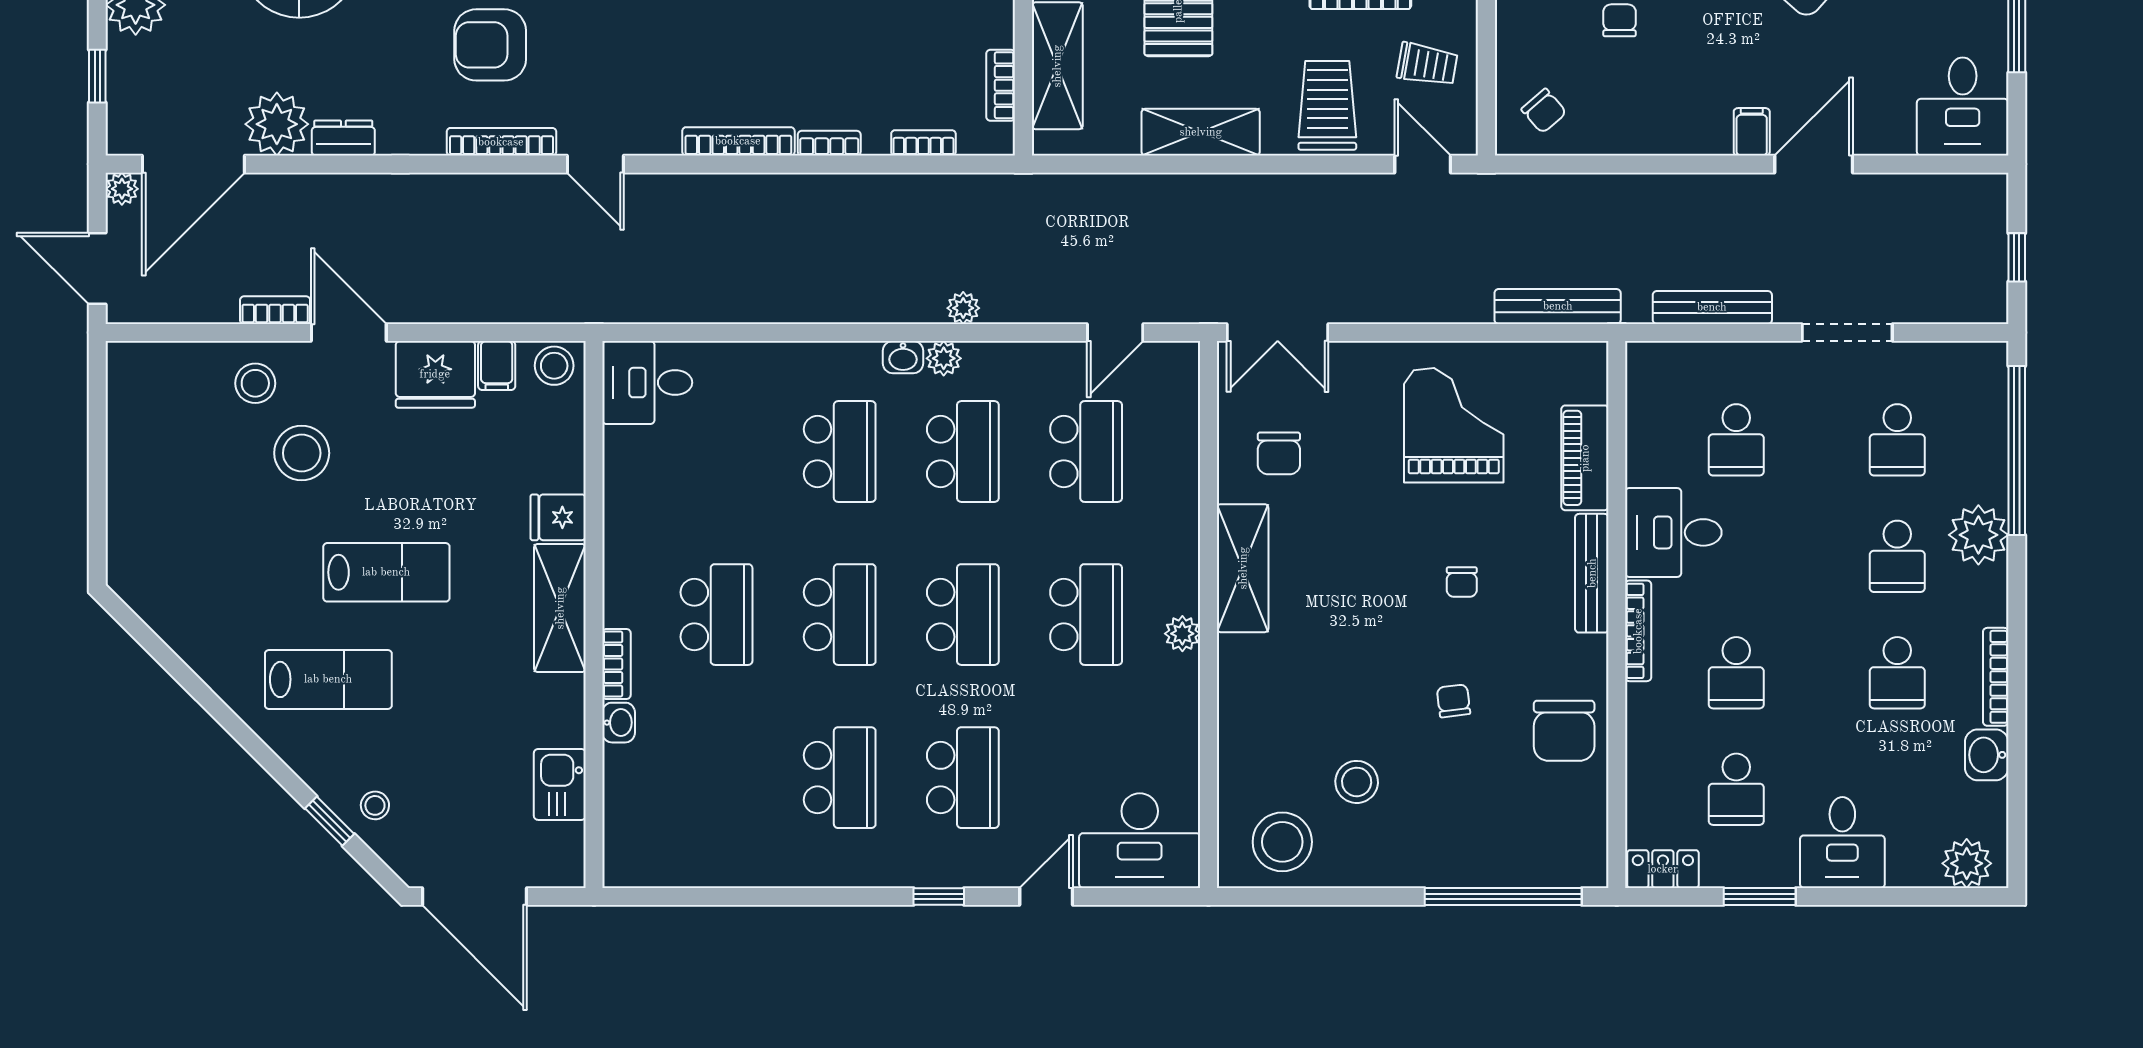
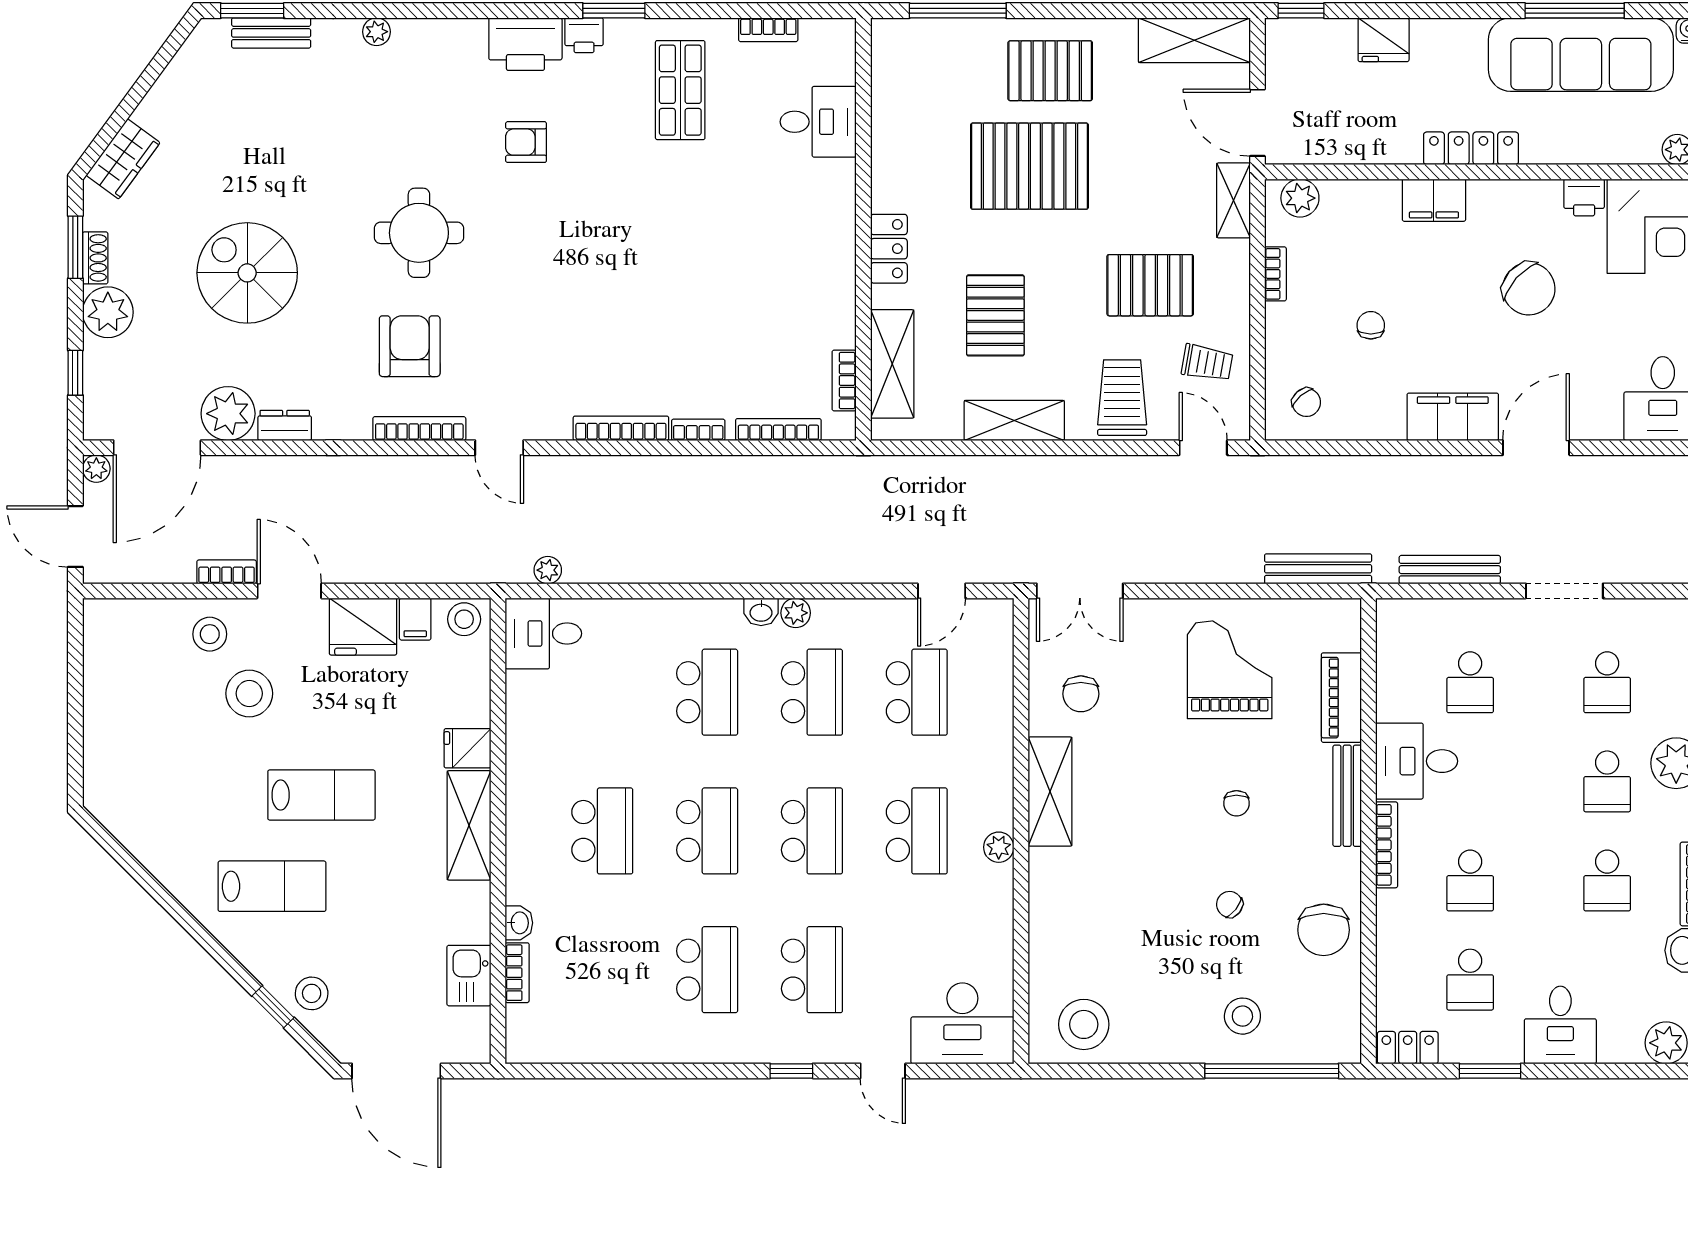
armchair: (490, 45) -> (410, 346), turned 90
filing cabinet: (1752, 132) -> (1453, 417), width x3.00, depth x1.17
bookcase: (923, 143) -> (778, 430), width x1.56
plant: (963, 308) -> (548, 570), moved
bookcase: (616, 664) -> (517, 973), moved
chair: (1454, 701) -> (1229, 904), turned -45
stool: (1357, 782) -> (1242, 1016), moved
stool: (375, 805) -> (312, 993), width x1.37, depth x1.37
door: (1046, 897) -> (883, 1071), swing flipped

